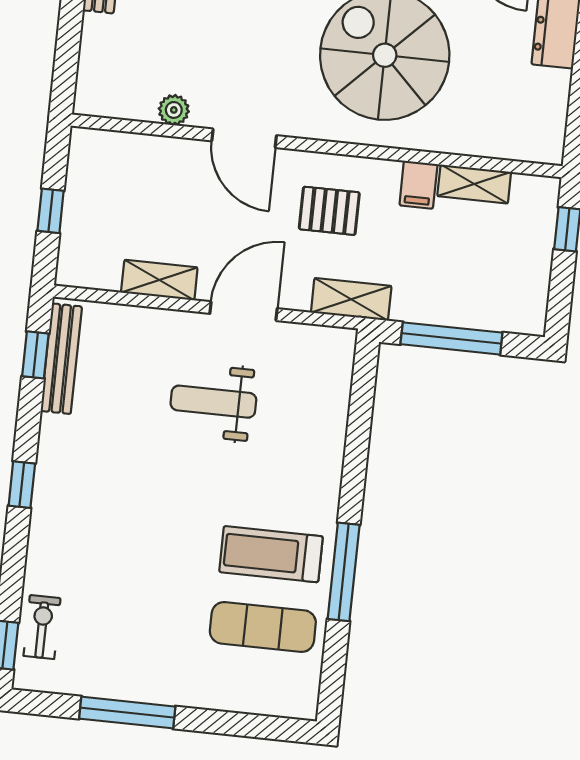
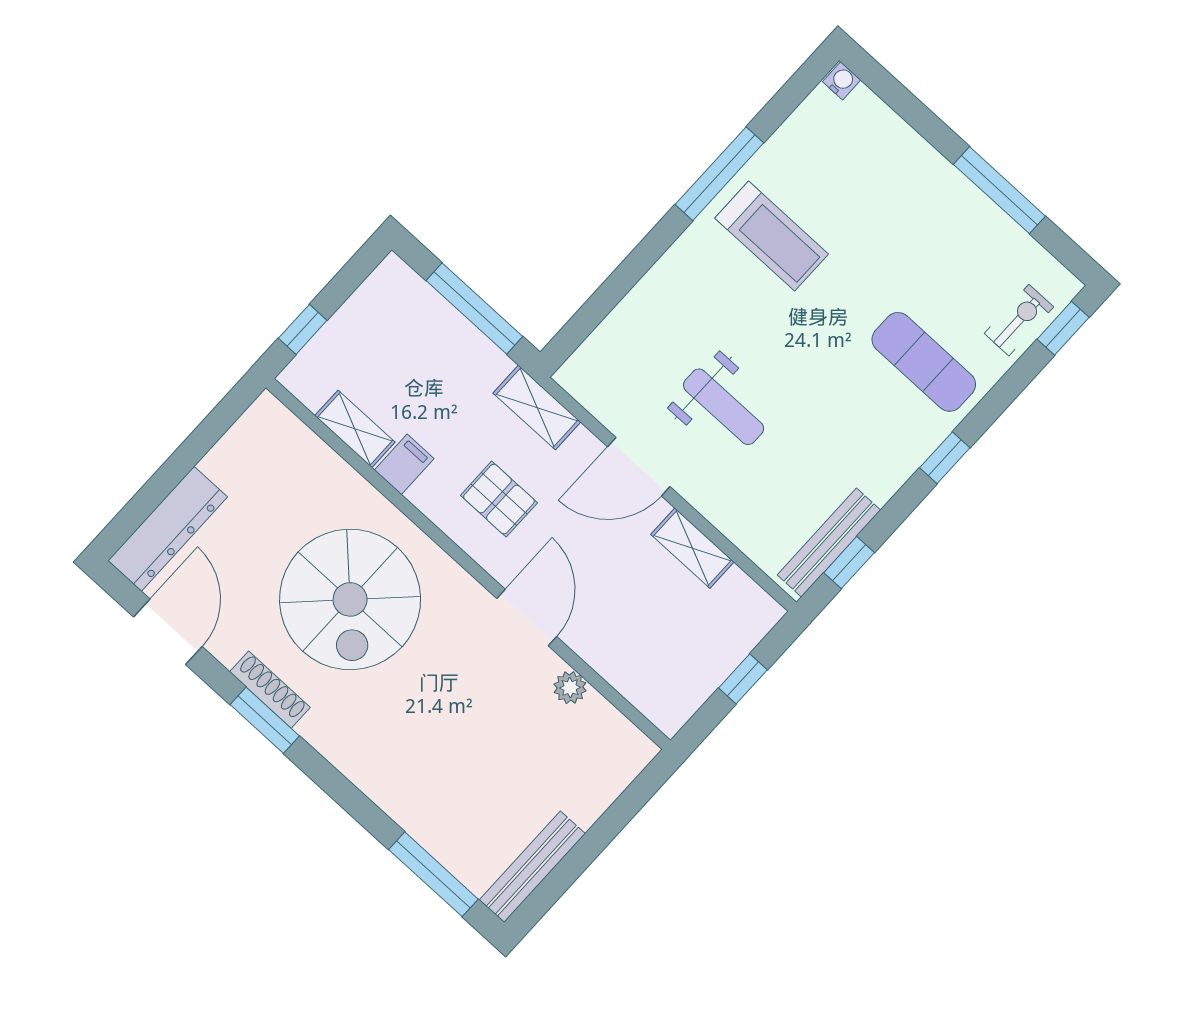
exercise bike: (42, 627) -> (1019, 320), turned 180
exercise mat: (263, 627) -> (924, 362), moved
water cooler: (304, 707) -> (842, 81), added

